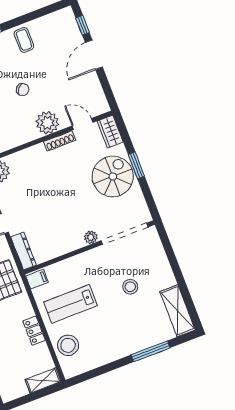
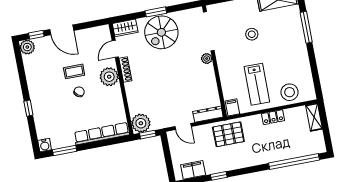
plant: (66, 17) -> (27, 47), added
coffee table: (24, 40) -> (74, 71), moved
spiral stairs: (113, 176) -> (161, 32), turned -90

